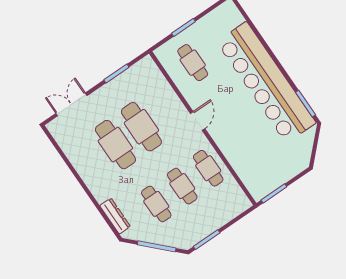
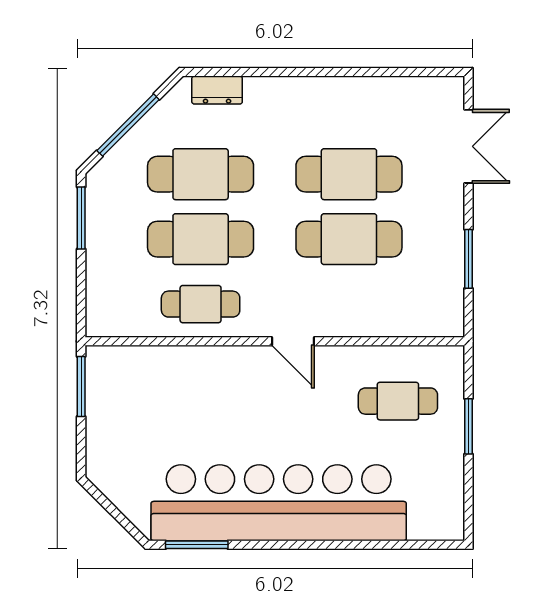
cafe table: (182, 186) -> (201, 239), width x1.37, depth x1.35
cafe table: (156, 204) -> (201, 174), width x1.37, depth x1.35
dresser: (115, 216) -> (217, 90), width x0.70

